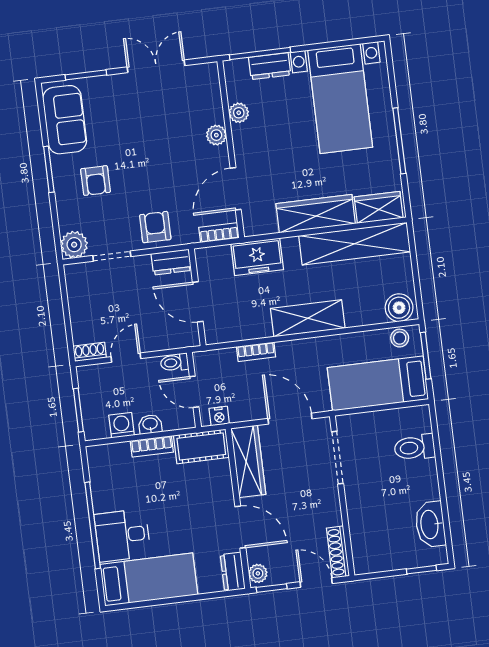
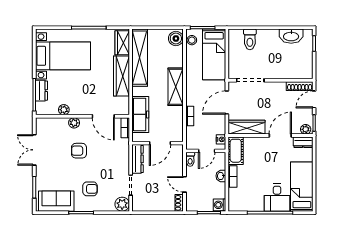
armchair: (155, 227) -> (79, 151), moved
freezer: (257, 257) -> (140, 114), width x1.40
dresser: (171, 262) -> (137, 159), width x1.44
washing machine: (122, 425) -> (220, 205), moved

